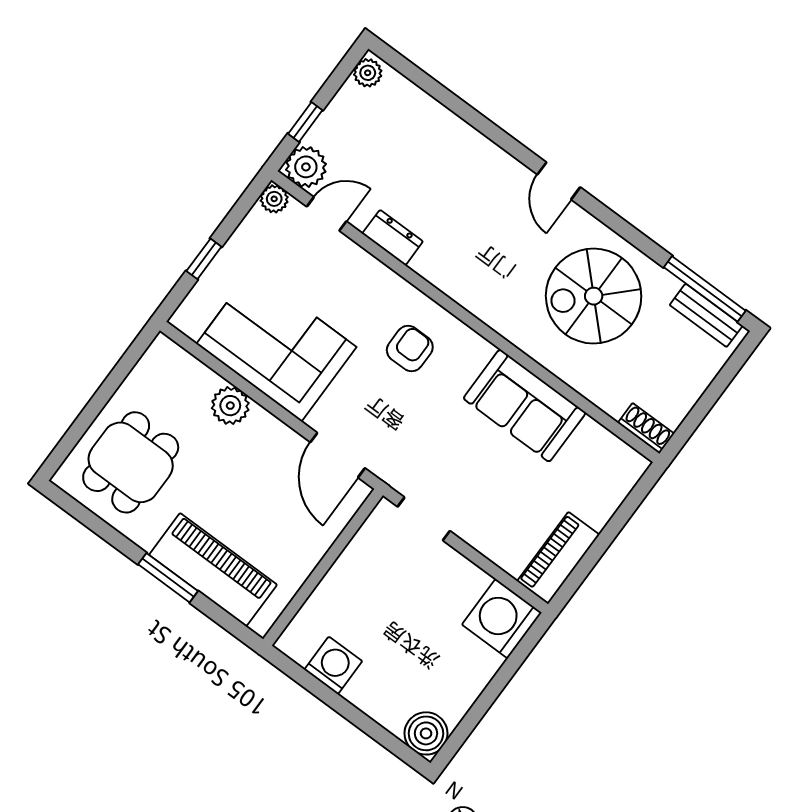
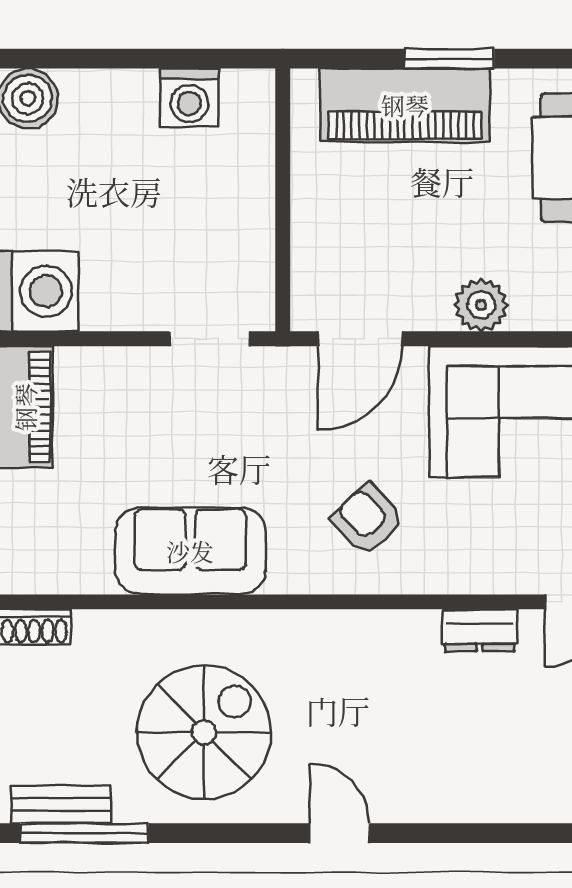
armchair: (410, 348) -> (368, 519), turned 137
plant: (230, 406) -> (481, 305), moved
door: (338, 455) -> (360, 339), swing flipped

